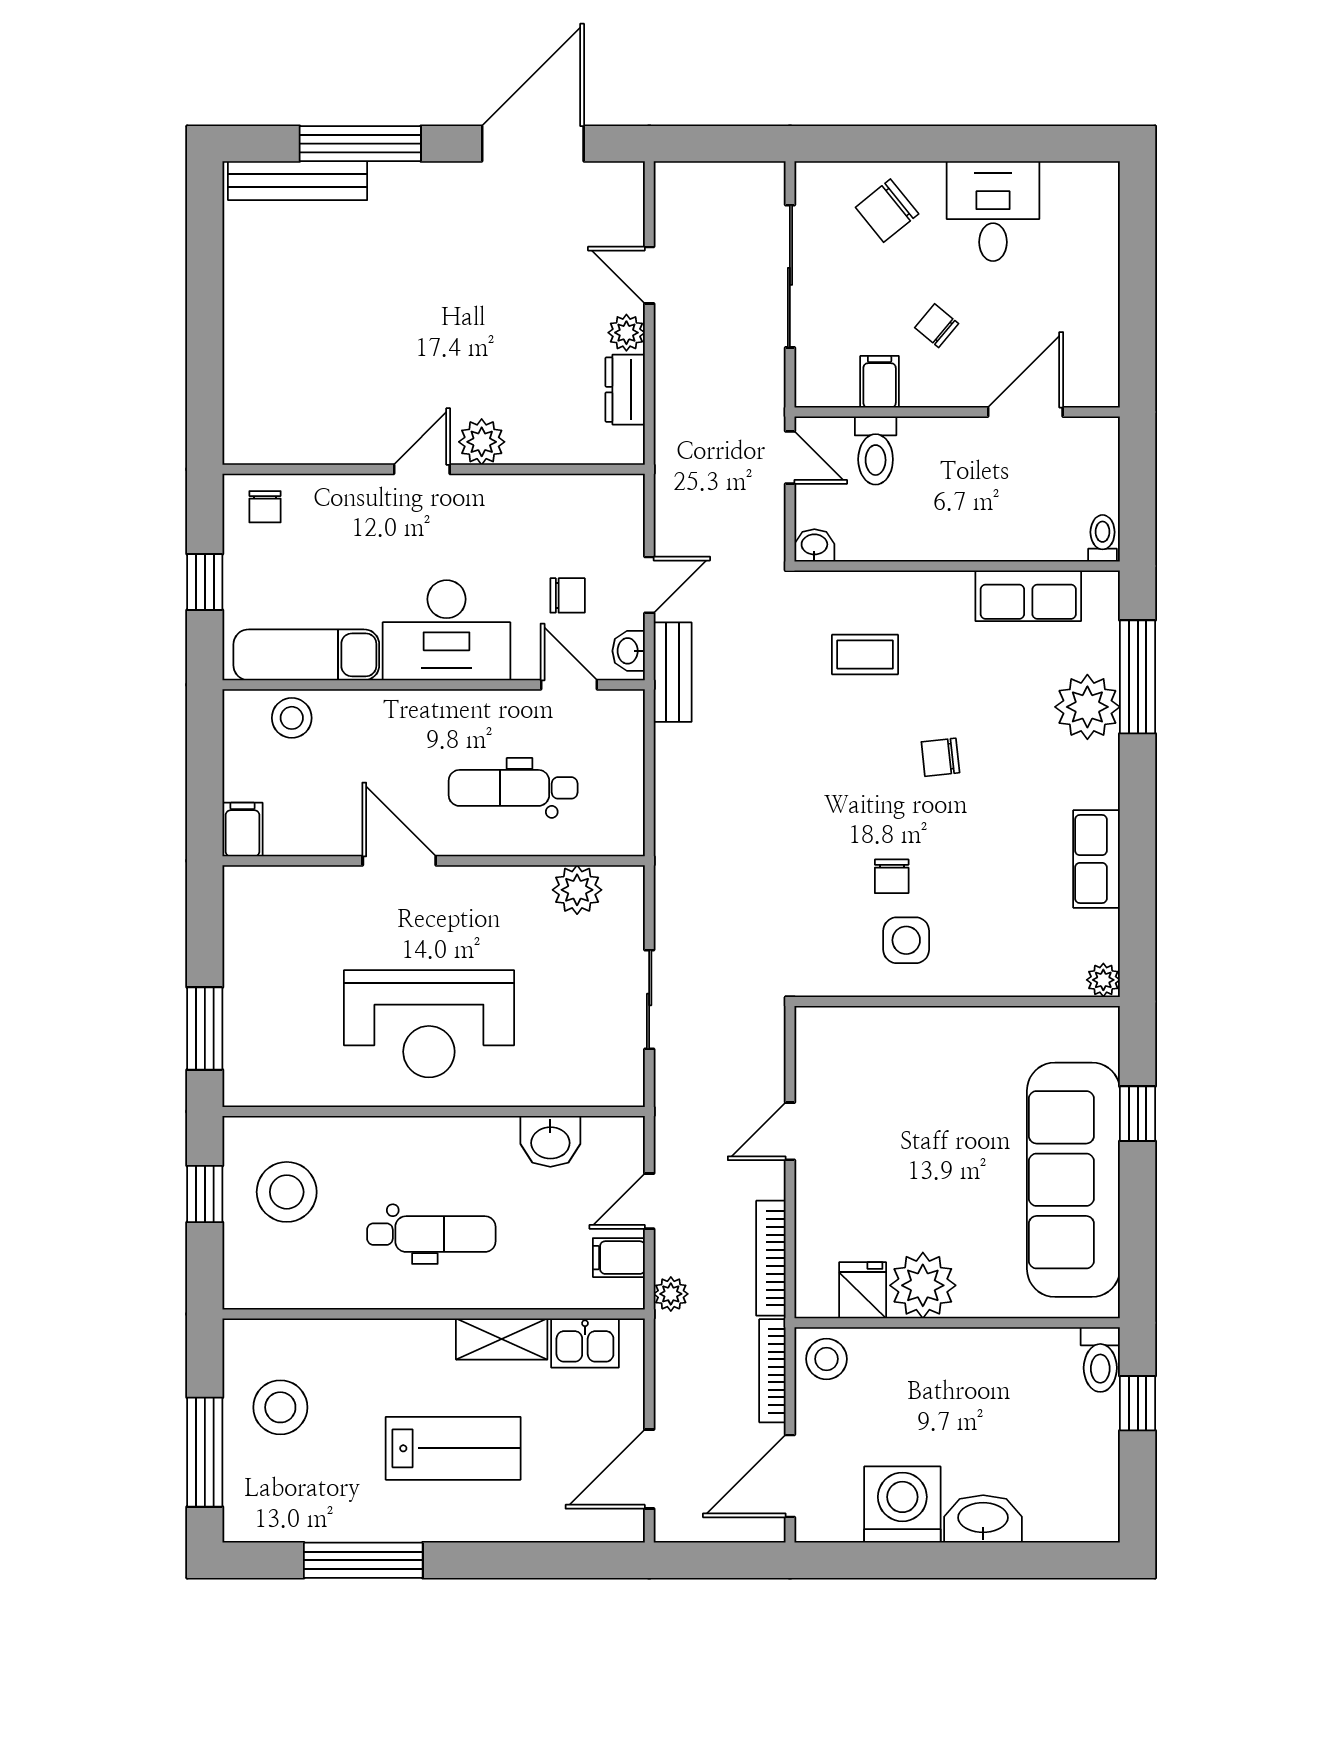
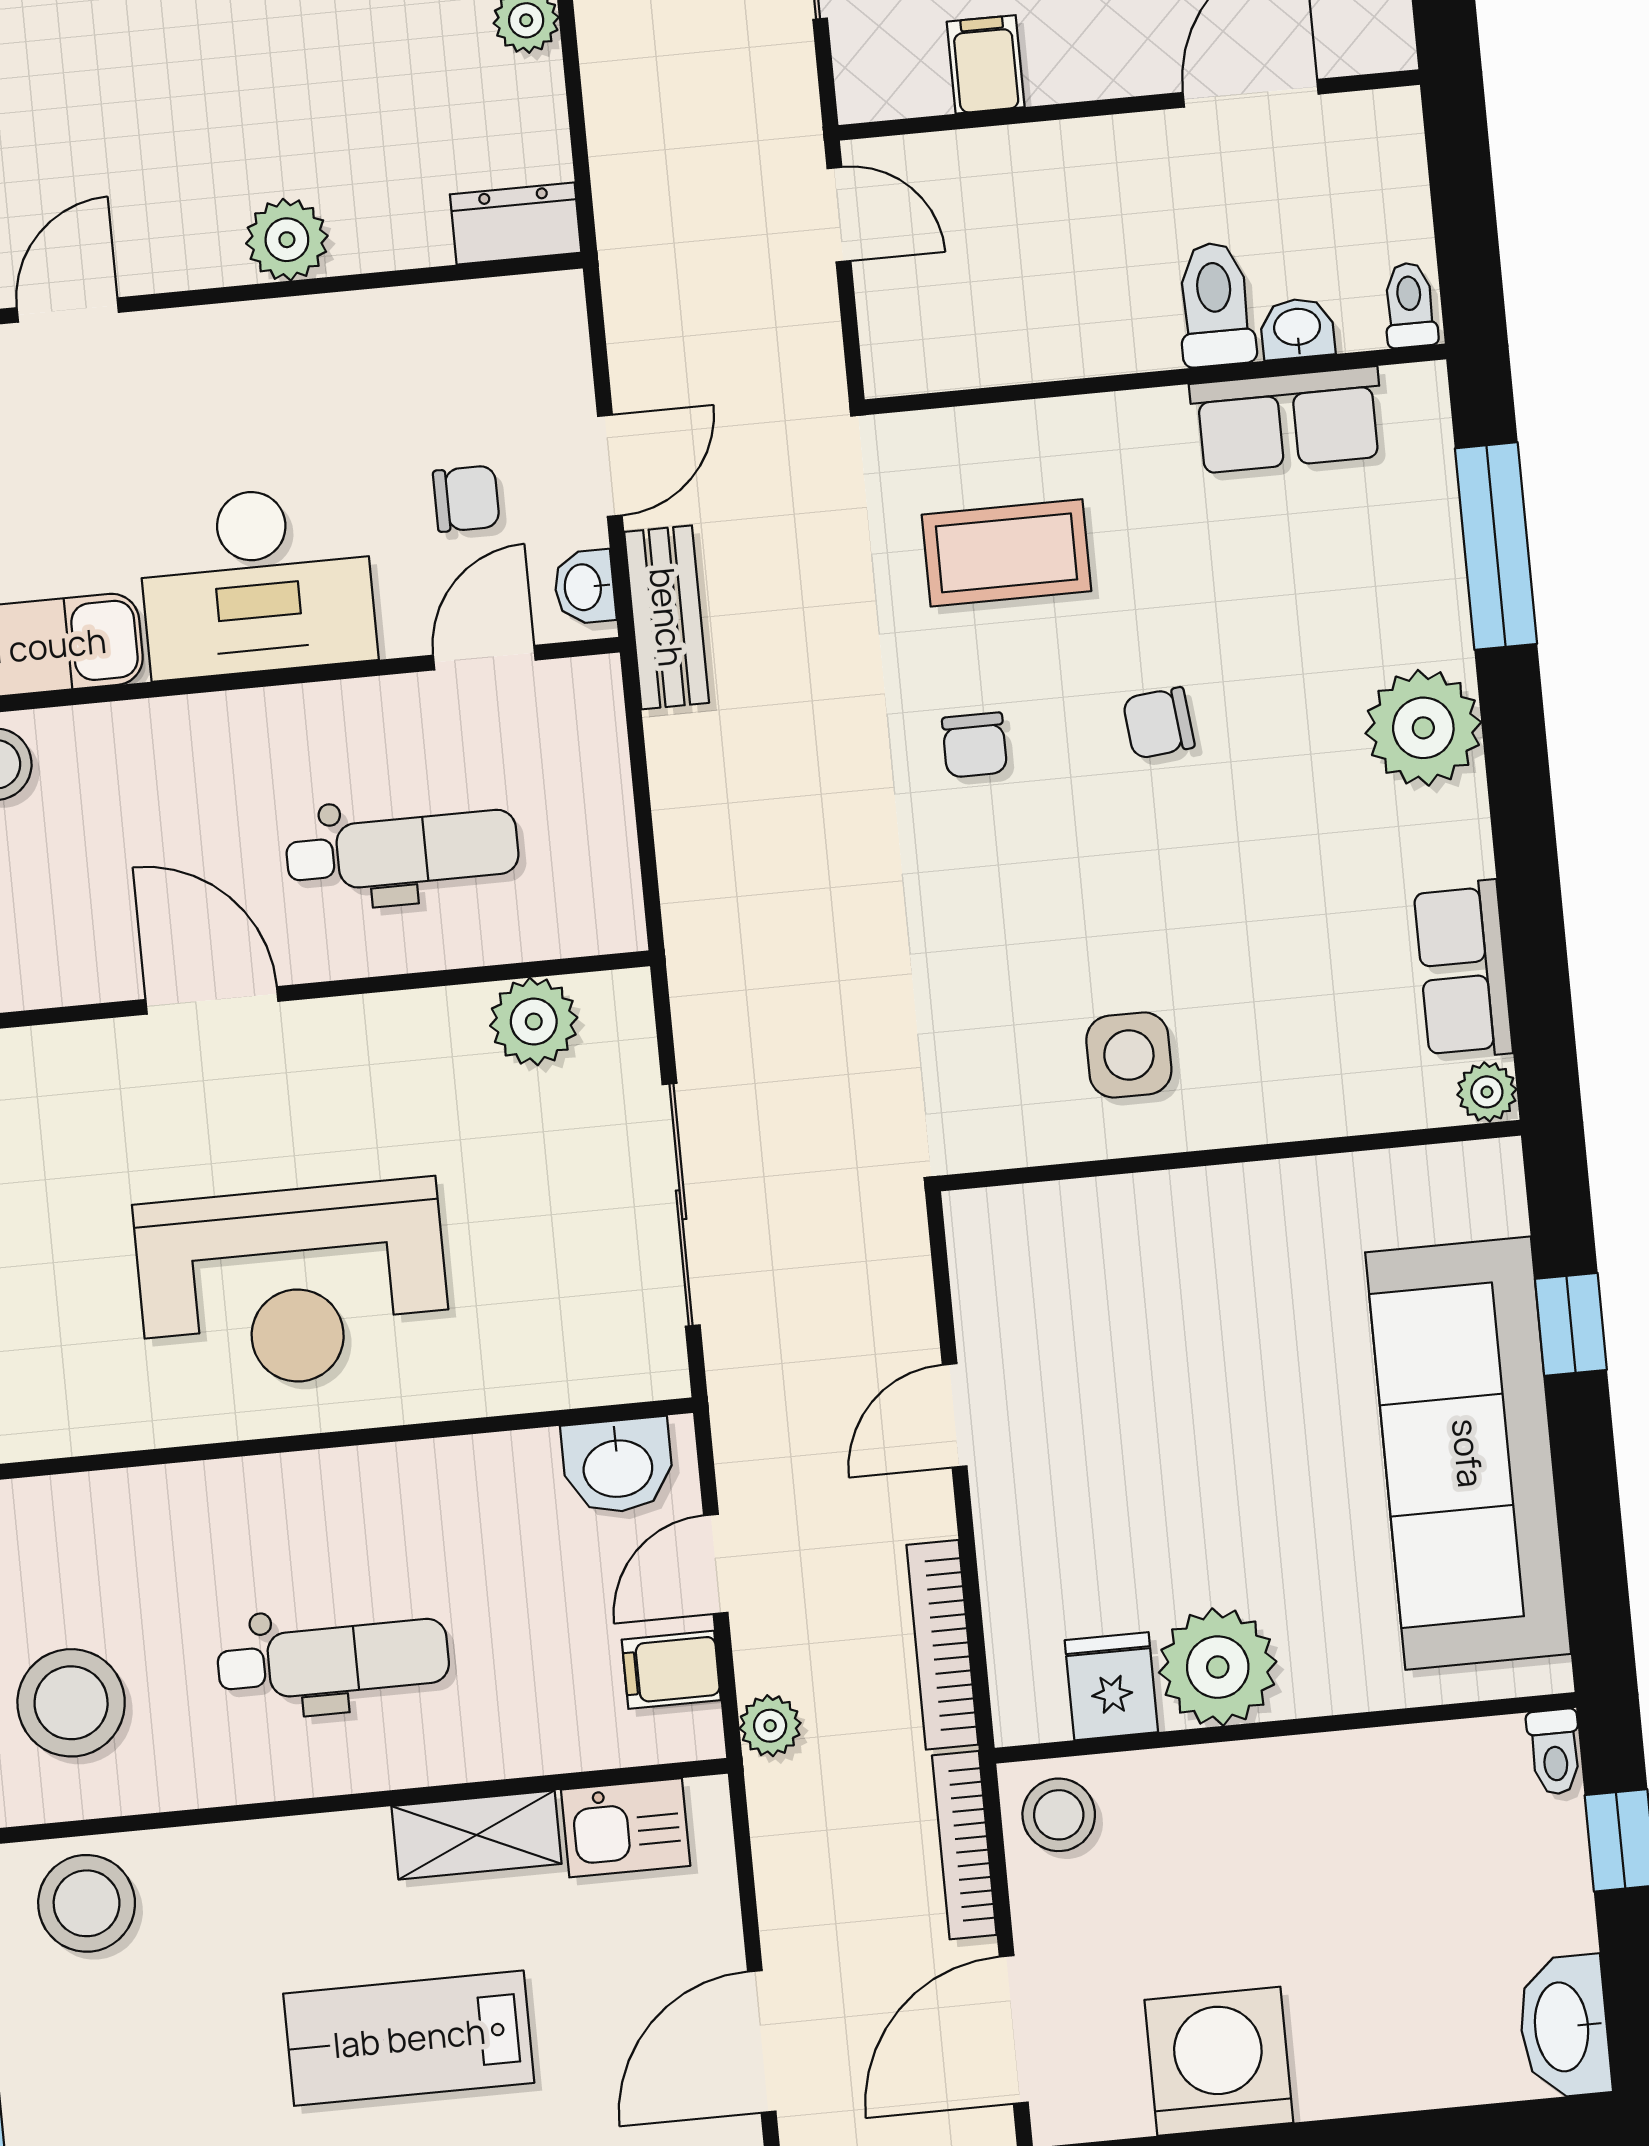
dresser: (625, 390) -> (516, 223), moved, turned 90
toilet: (876, 450) -> (1215, 304), moved, turned 180
door: (422, 469) -> (68, 310), moved
washbasin: (814, 545) -> (1297, 329), moved
coffee table: (865, 655) -> (1007, 553), width x1.36, depth x1.30
door: (569, 685) -> (484, 658), hinge flipped
plant: (1087, 707) -> (1423, 728), moved
dental chair: (513, 788) -> (402, 851), turned 180
row of seats: (1097, 859) -> (1463, 970), moved
chair: (892, 876) -> (975, 745), moved
sliding door: (649, 1000) -> (681, 1205), width x1.37
washbasin: (550, 1141) -> (618, 1466), moved
stool: (287, 1192) -> (71, 1703), moved
toilet: (1100, 1360) -> (1555, 1752), width x0.73, depth x0.72
stool: (280, 1407) -> (87, 1903), moved
lab bench: (453, 1448) -> (409, 2038), turned 180
washbasin: (983, 1519) -> (1564, 2027), moved, turned -90

